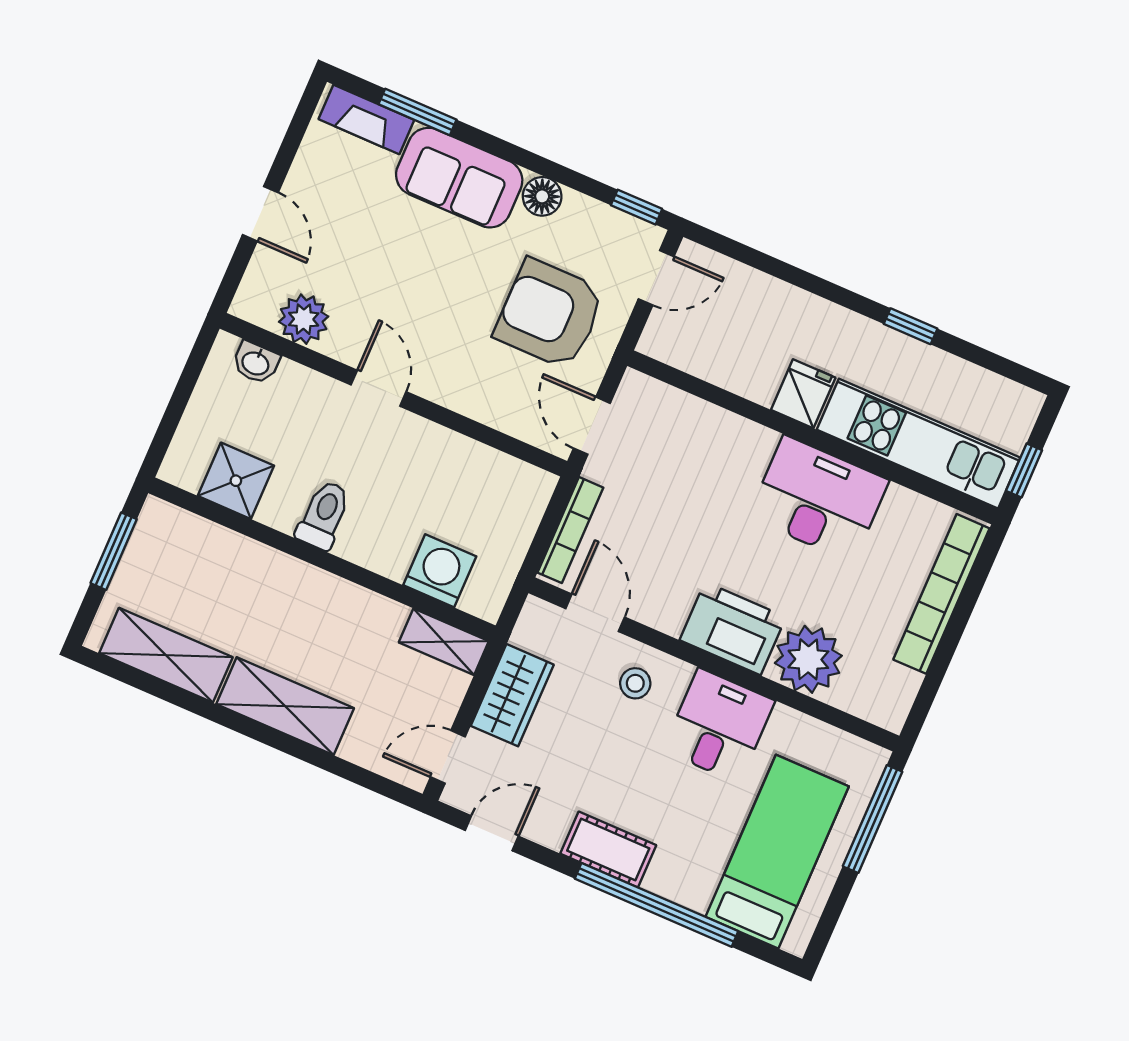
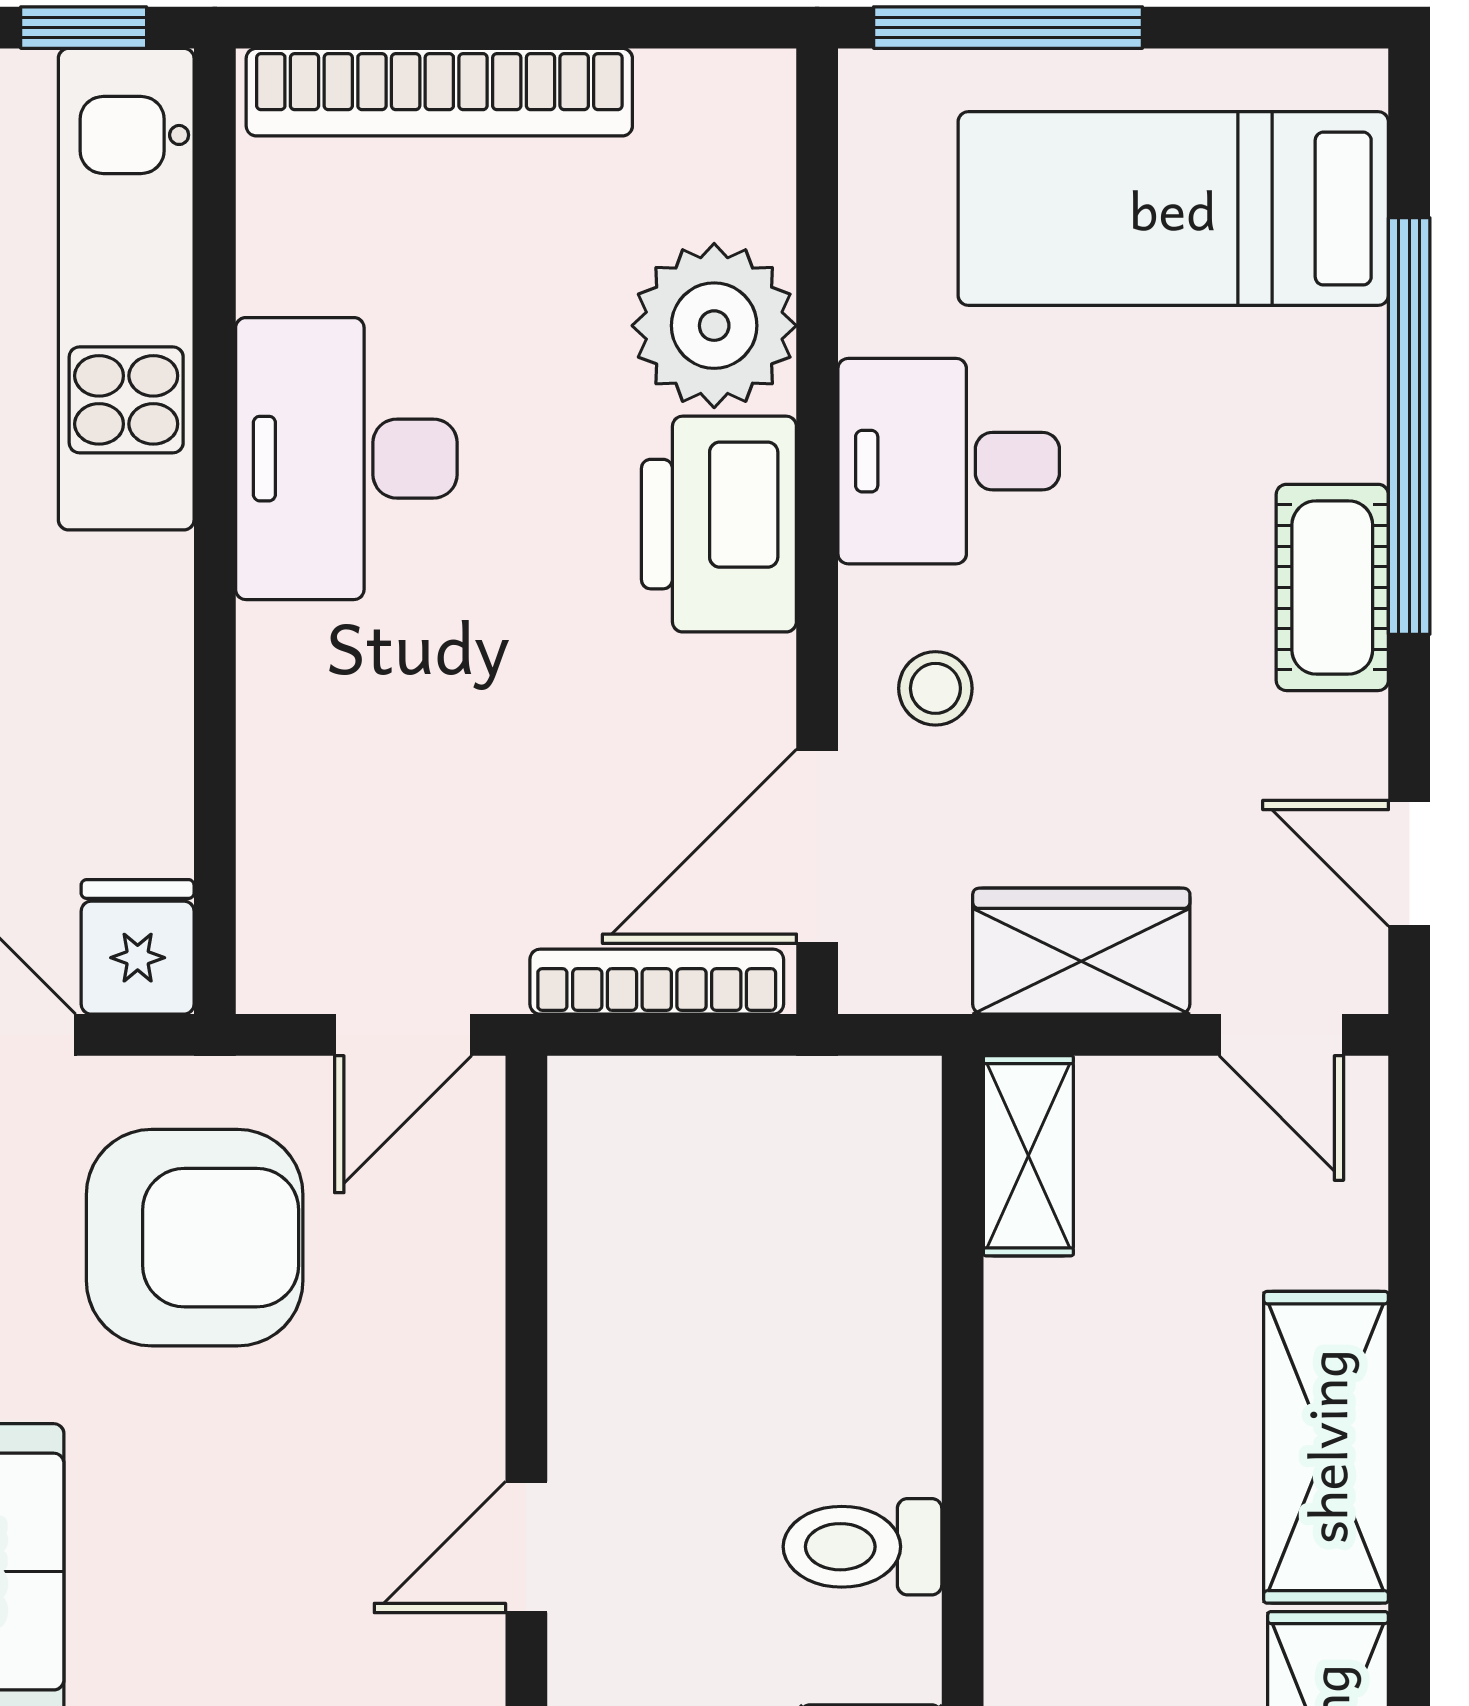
armchair: (550, 314) -> (195, 1238), turned -90
fridge: (803, 394) -> (138, 947), moved, turned 90
washing machine: (440, 571) -> (874, 1234), removed
door: (595, 613) -> (817, 846), width x1.38

